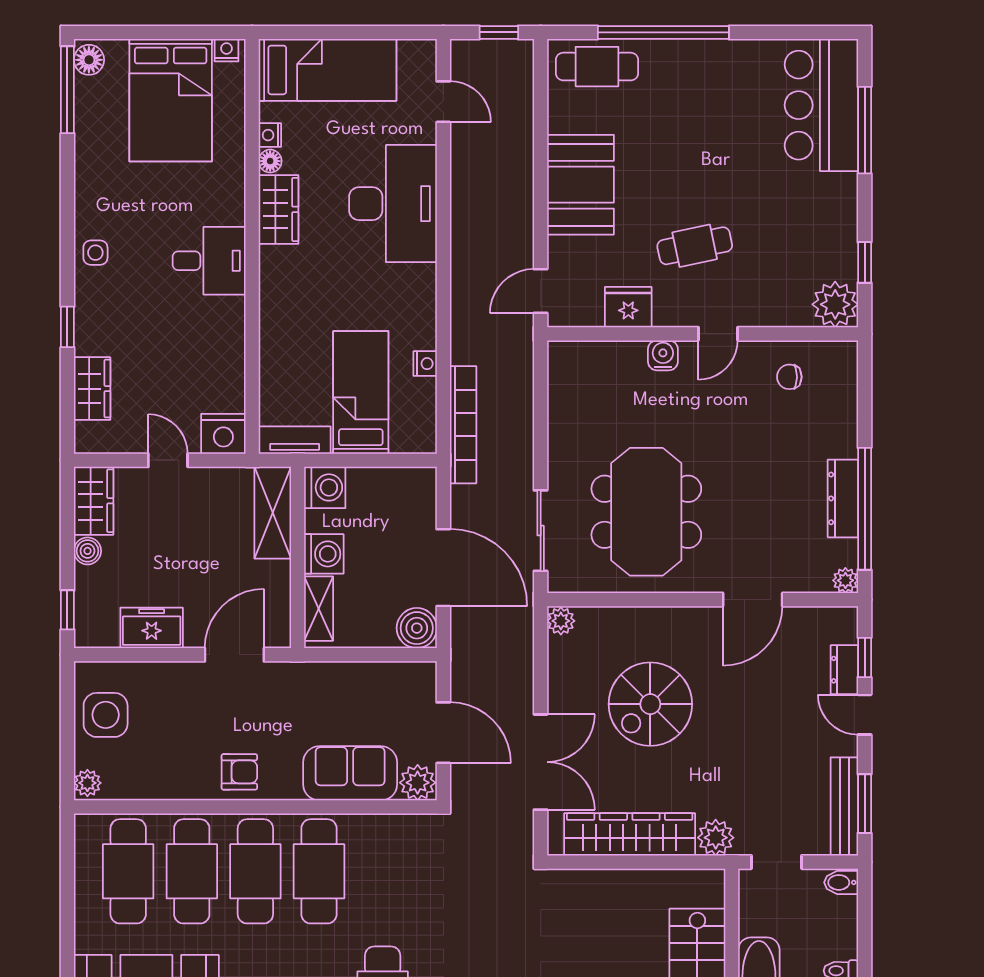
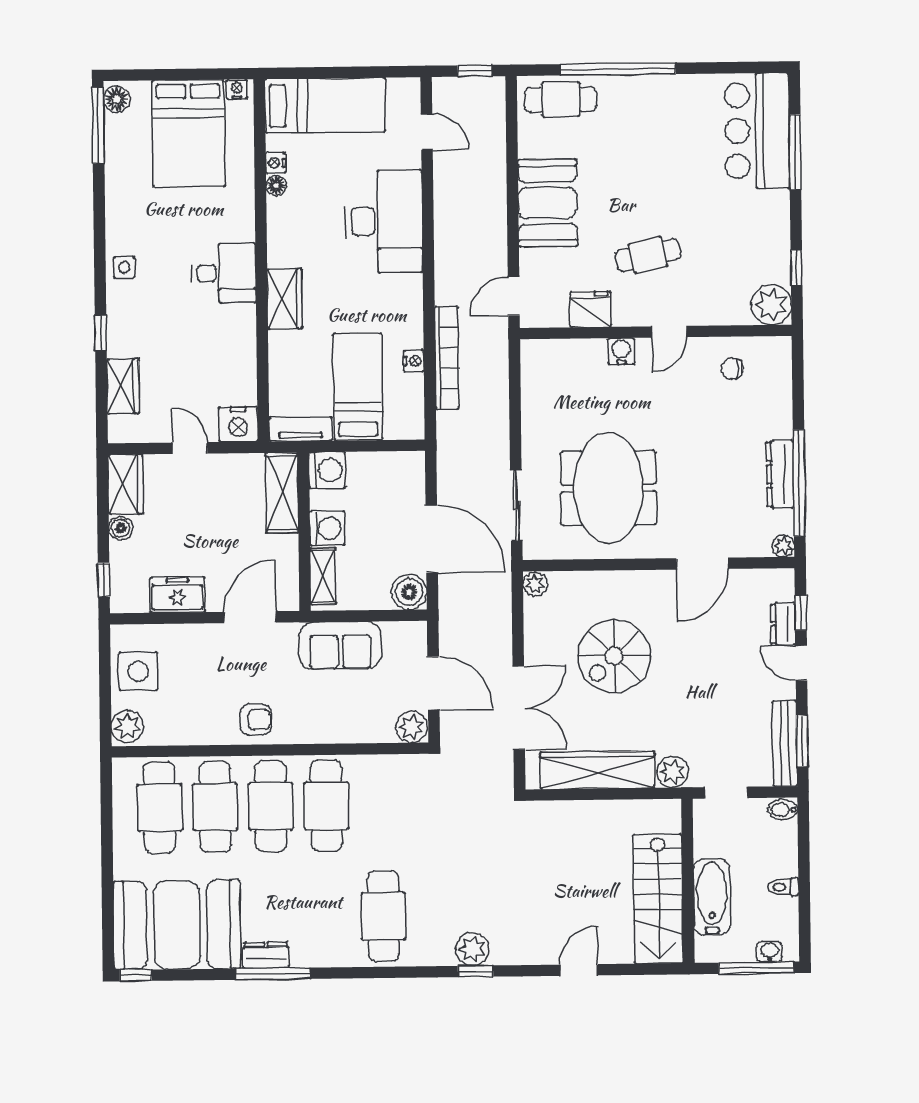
wardrobe: (279, 209) -> (285, 299), moved
bookcase: (463, 425) -> (447, 358), moved
sofa: (350, 773) -> (340, 646), moved, turned 180
plant: (87, 783) -> (127, 726), width x1.38, depth x1.38

